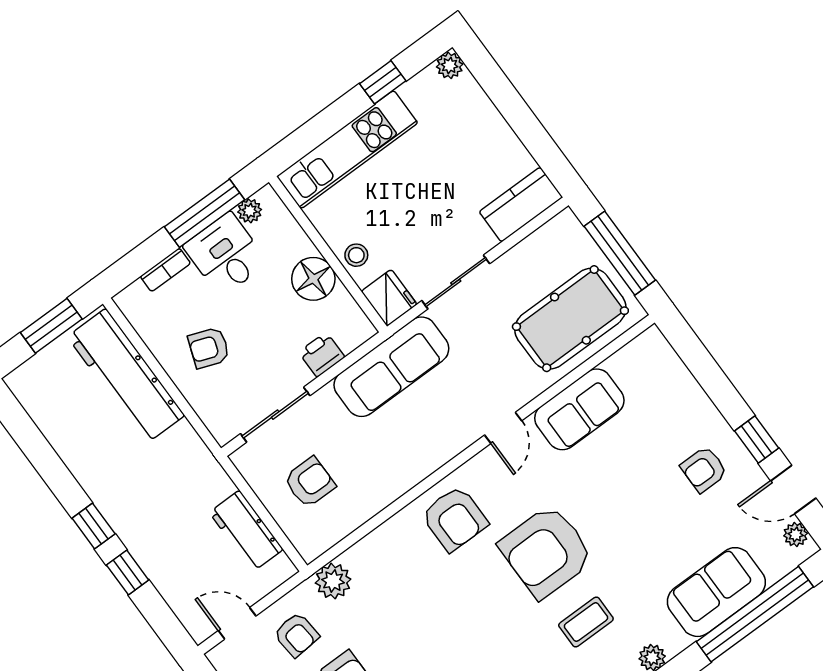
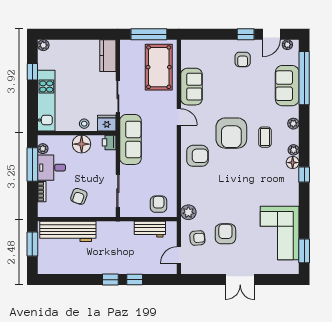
printer: (322, 355) -> (109, 142), moved
armchair: (310, 482) -> (159, 204), moved

